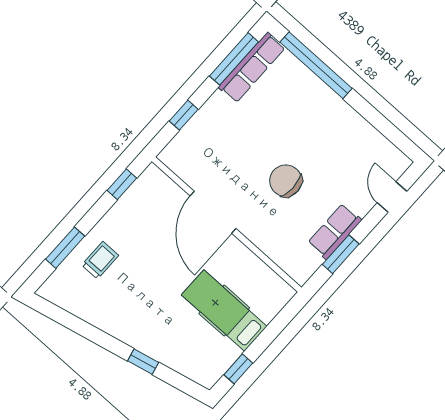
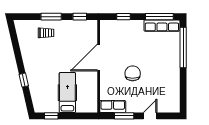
door: (392, 197) -> (150, 116), moved
row of seats: (335, 231) -> (113, 107), moved
window: (65, 248) -> (51, 17), moved

